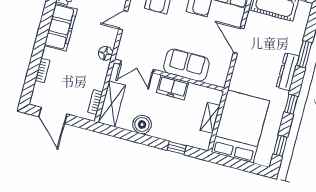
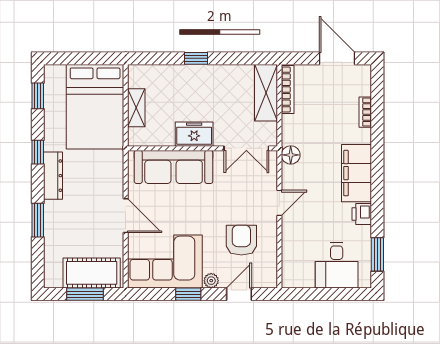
sofa: (186, 65) -> (174, 167), width x1.36
double door: (137, 67) -> (246, 148), swing flipped
dresser: (288, 72) -> (53, 176), moved
bookcase: (95, 102) -> (288, 90), width x1.56
boiler: (142, 125) -> (221, 77), removed
window: (177, 148) -> (196, 58), moved

